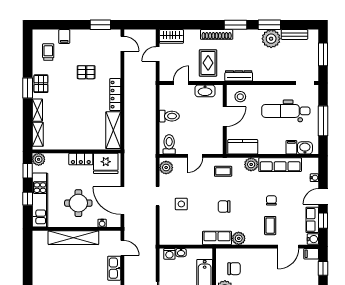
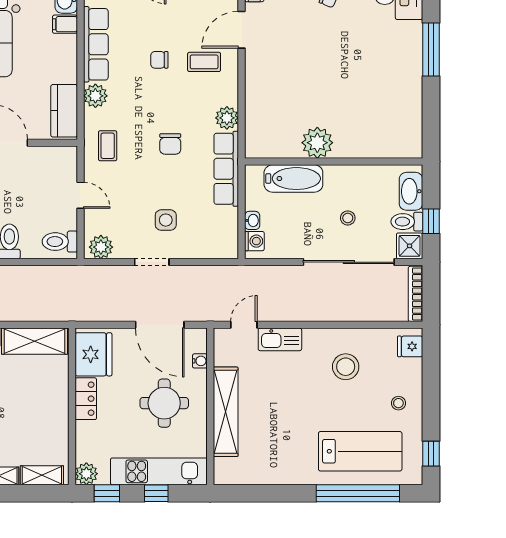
door: (122, 201) -> (160, 325), hinge flipped
row of seats: (217, 238) -> (226, 169), width x1.48
door: (288, 247) -> (242, 30), swing flipped
chair: (234, 269) -> (281, 126), removed

